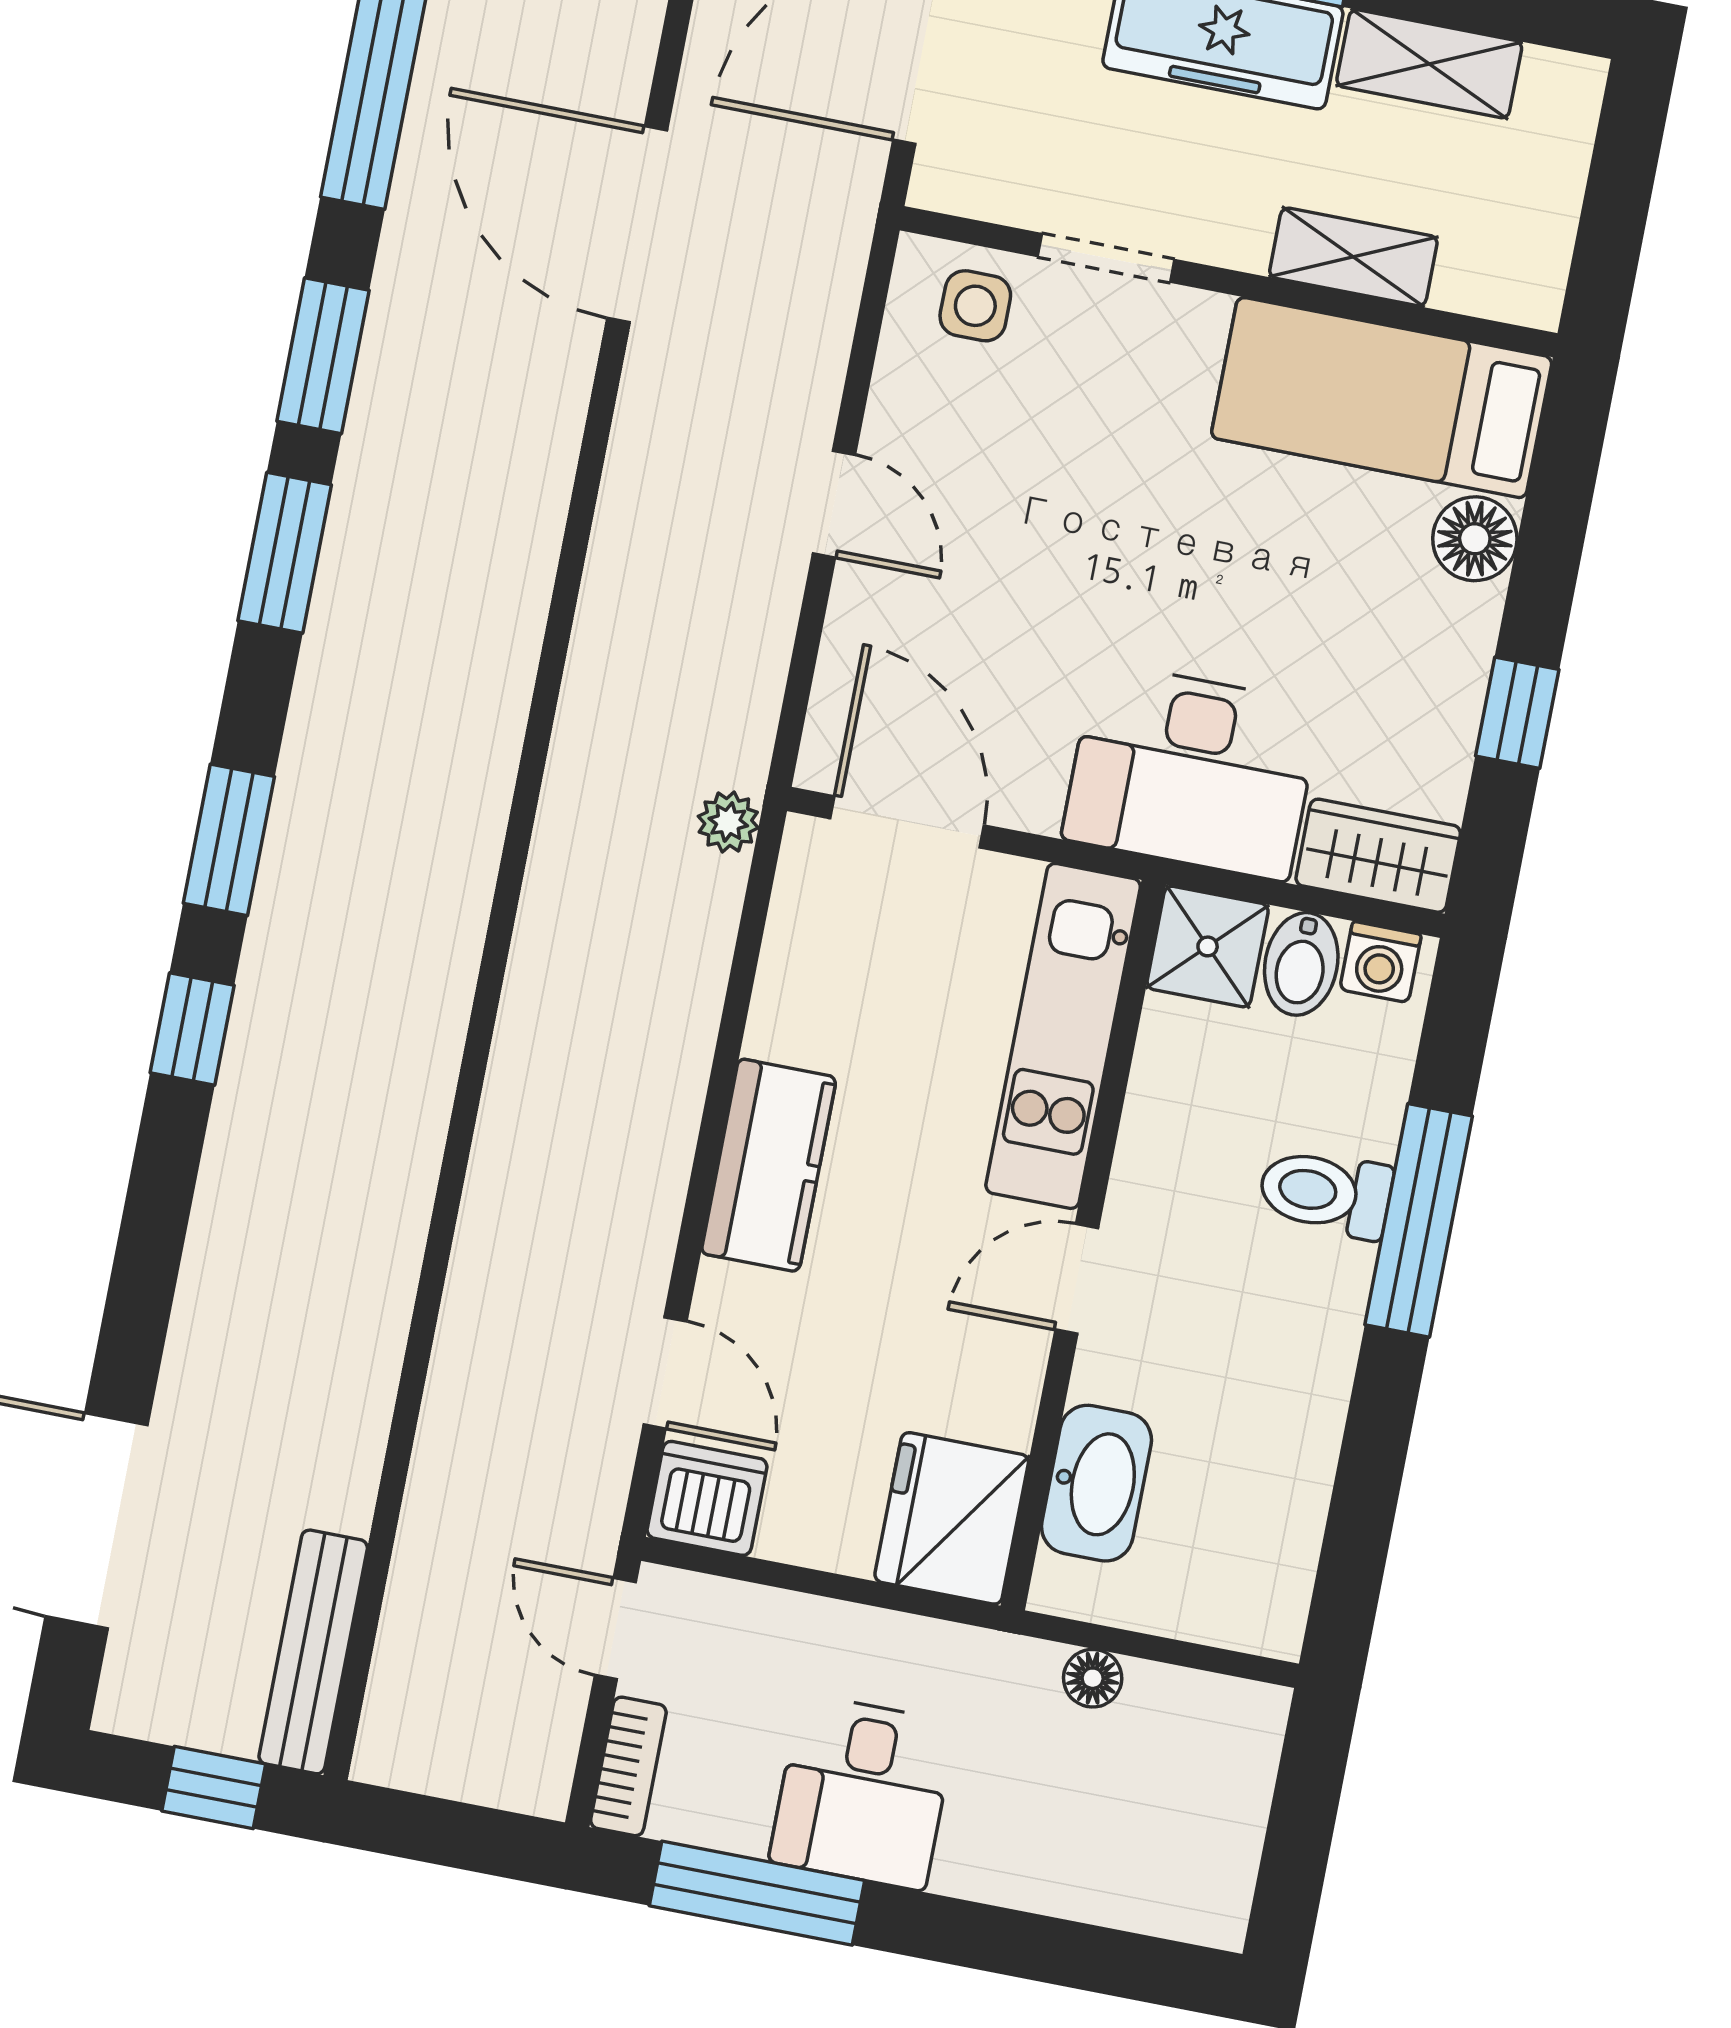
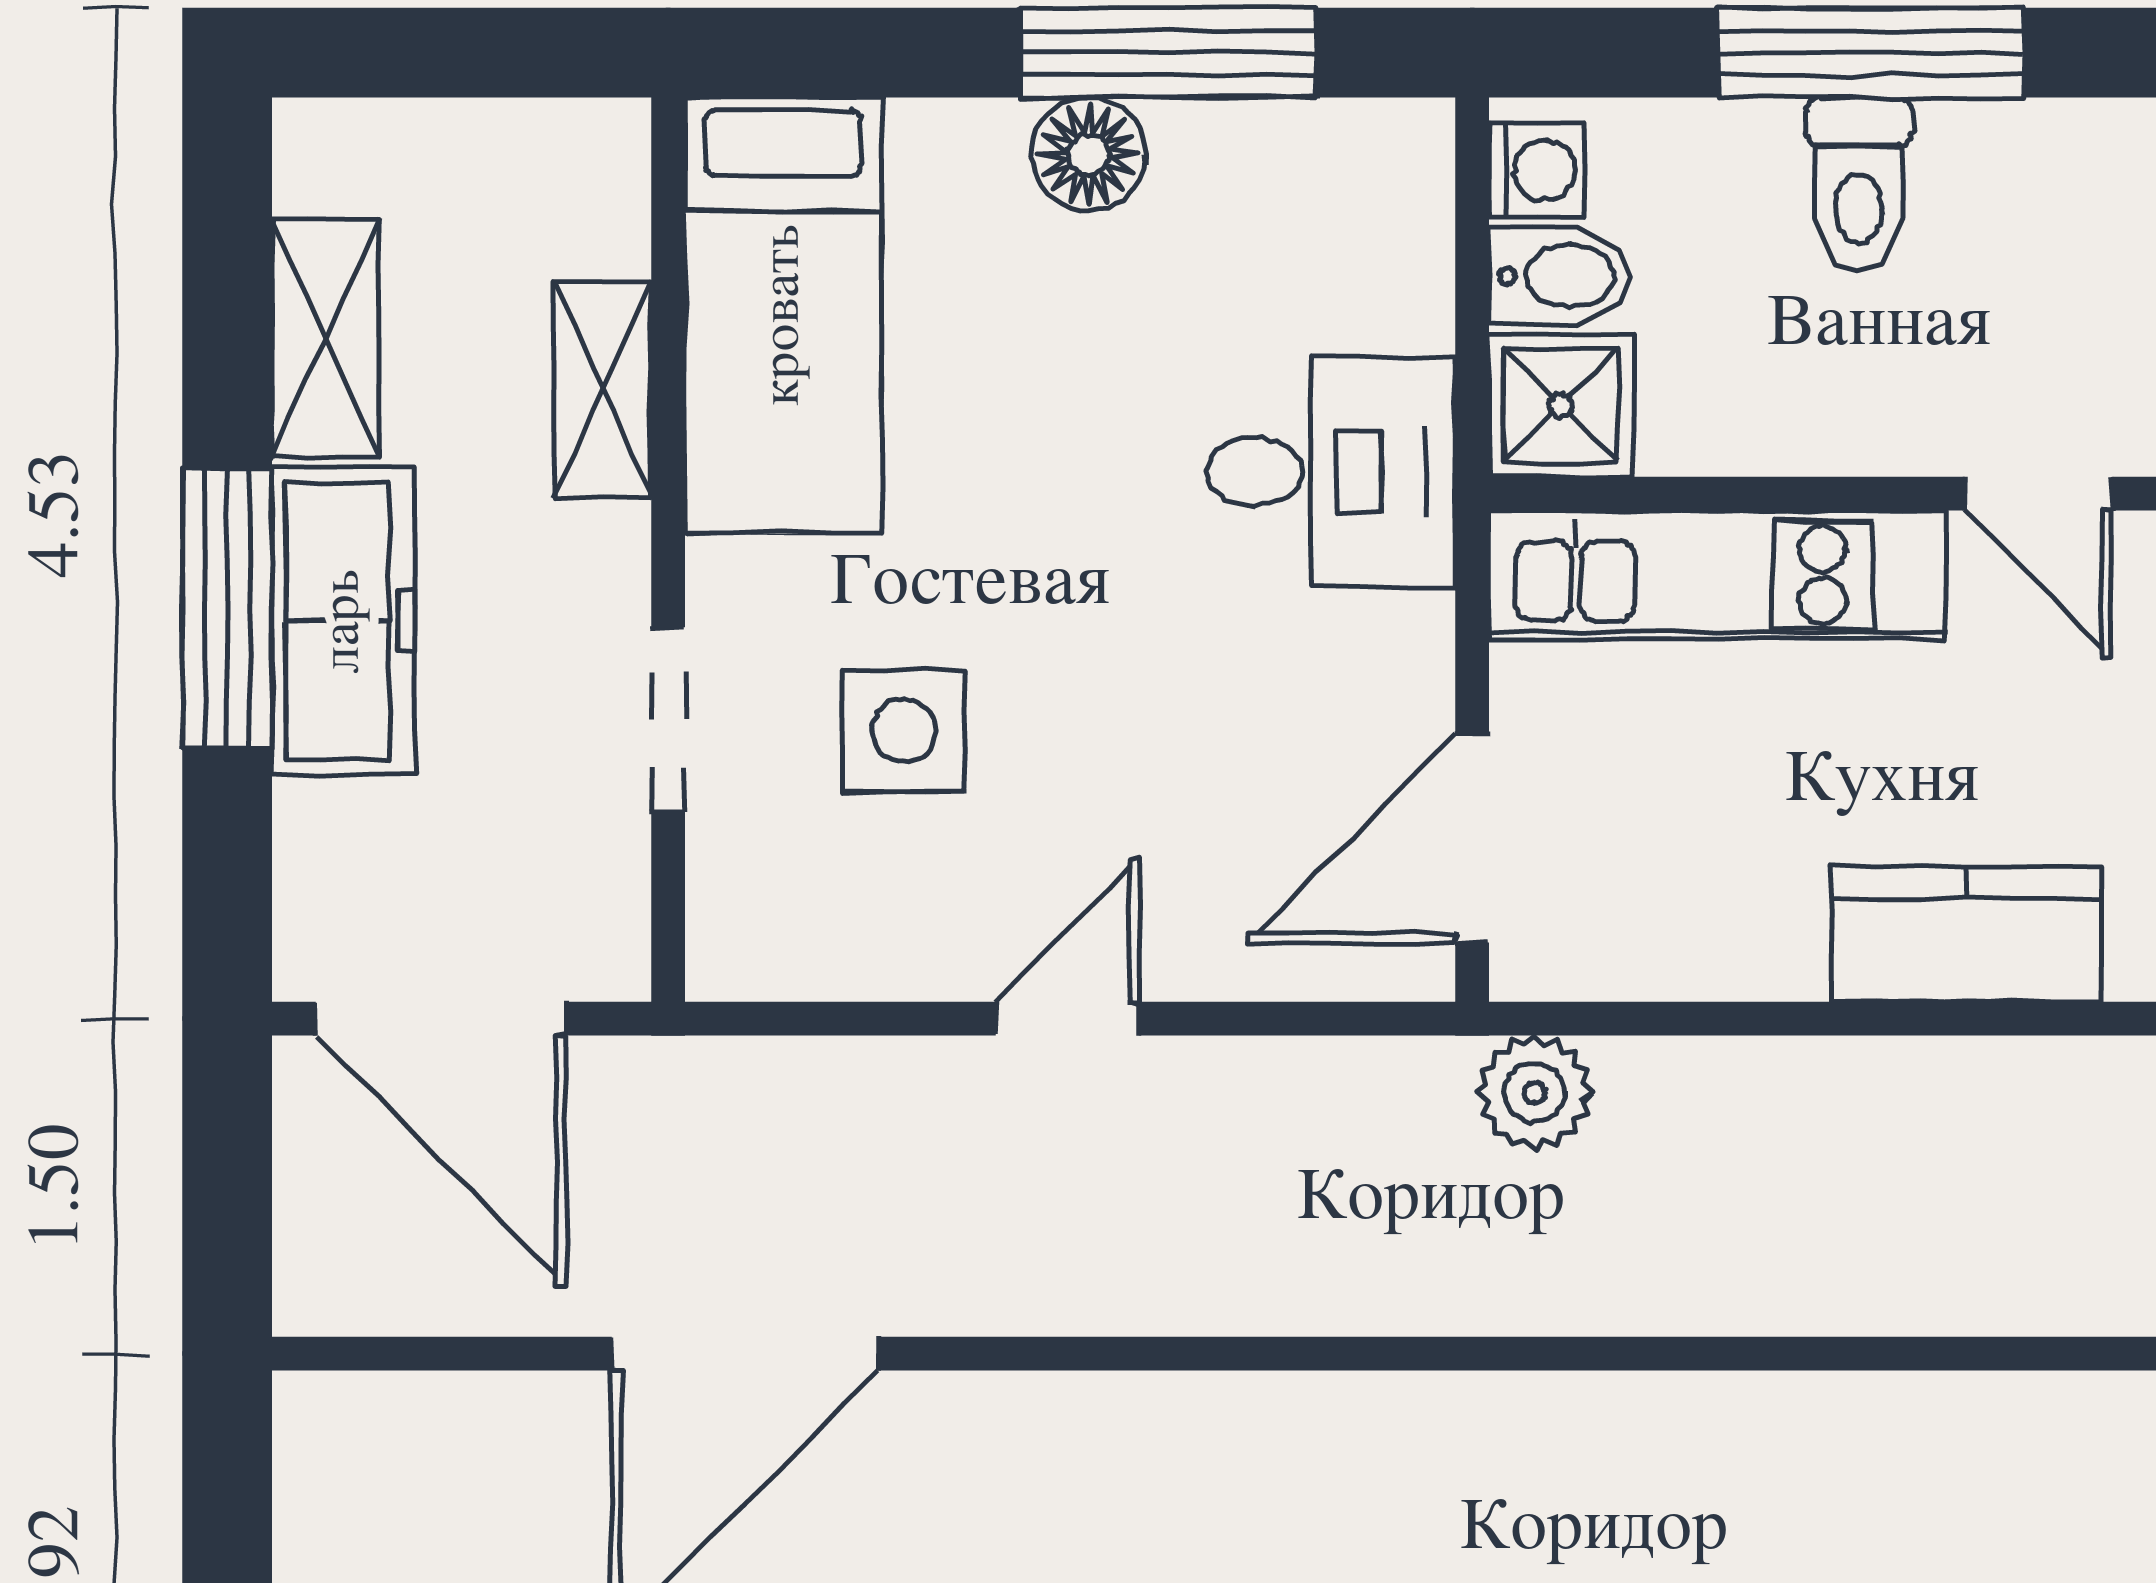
side table: (975, 306) -> (904, 731), moved, width x1.37, depth x1.37
floor lamp: (1475, 539) -> (1088, 154), moved
window: (1517, 713) -> (1168, 53), width x2.17
desk: (1192, 772) -> (1331, 472), width x0.73
plant: (728, 822) -> (1535, 1093), width x1.38, depth x1.38
wardrobe: (1378, 856) -> (1395, 201), removed

